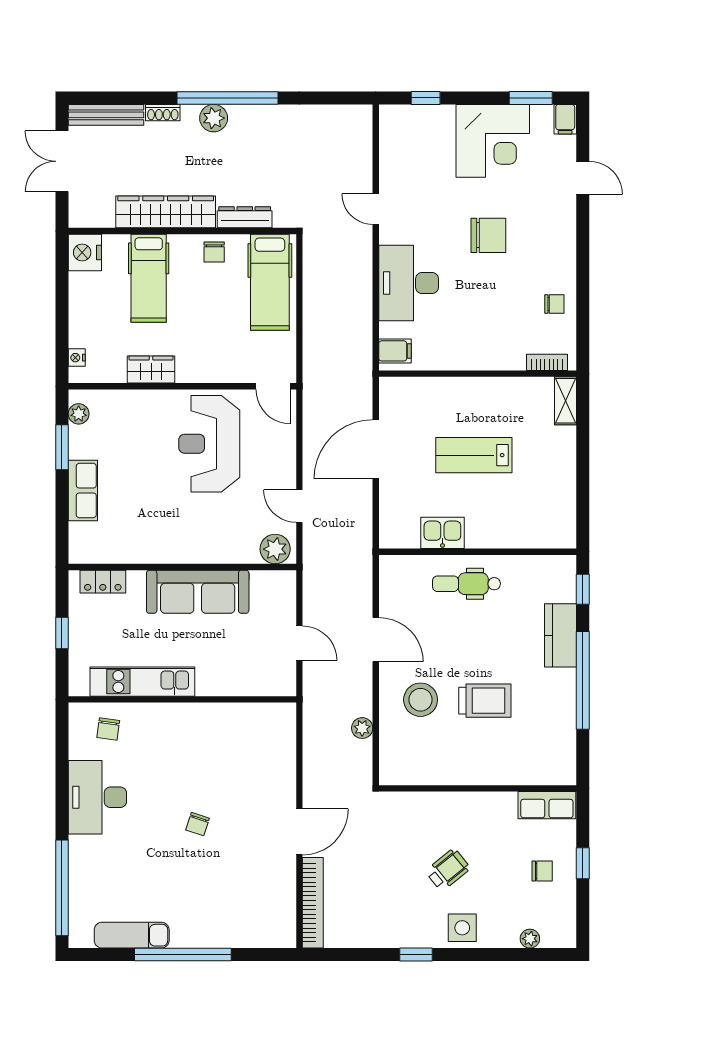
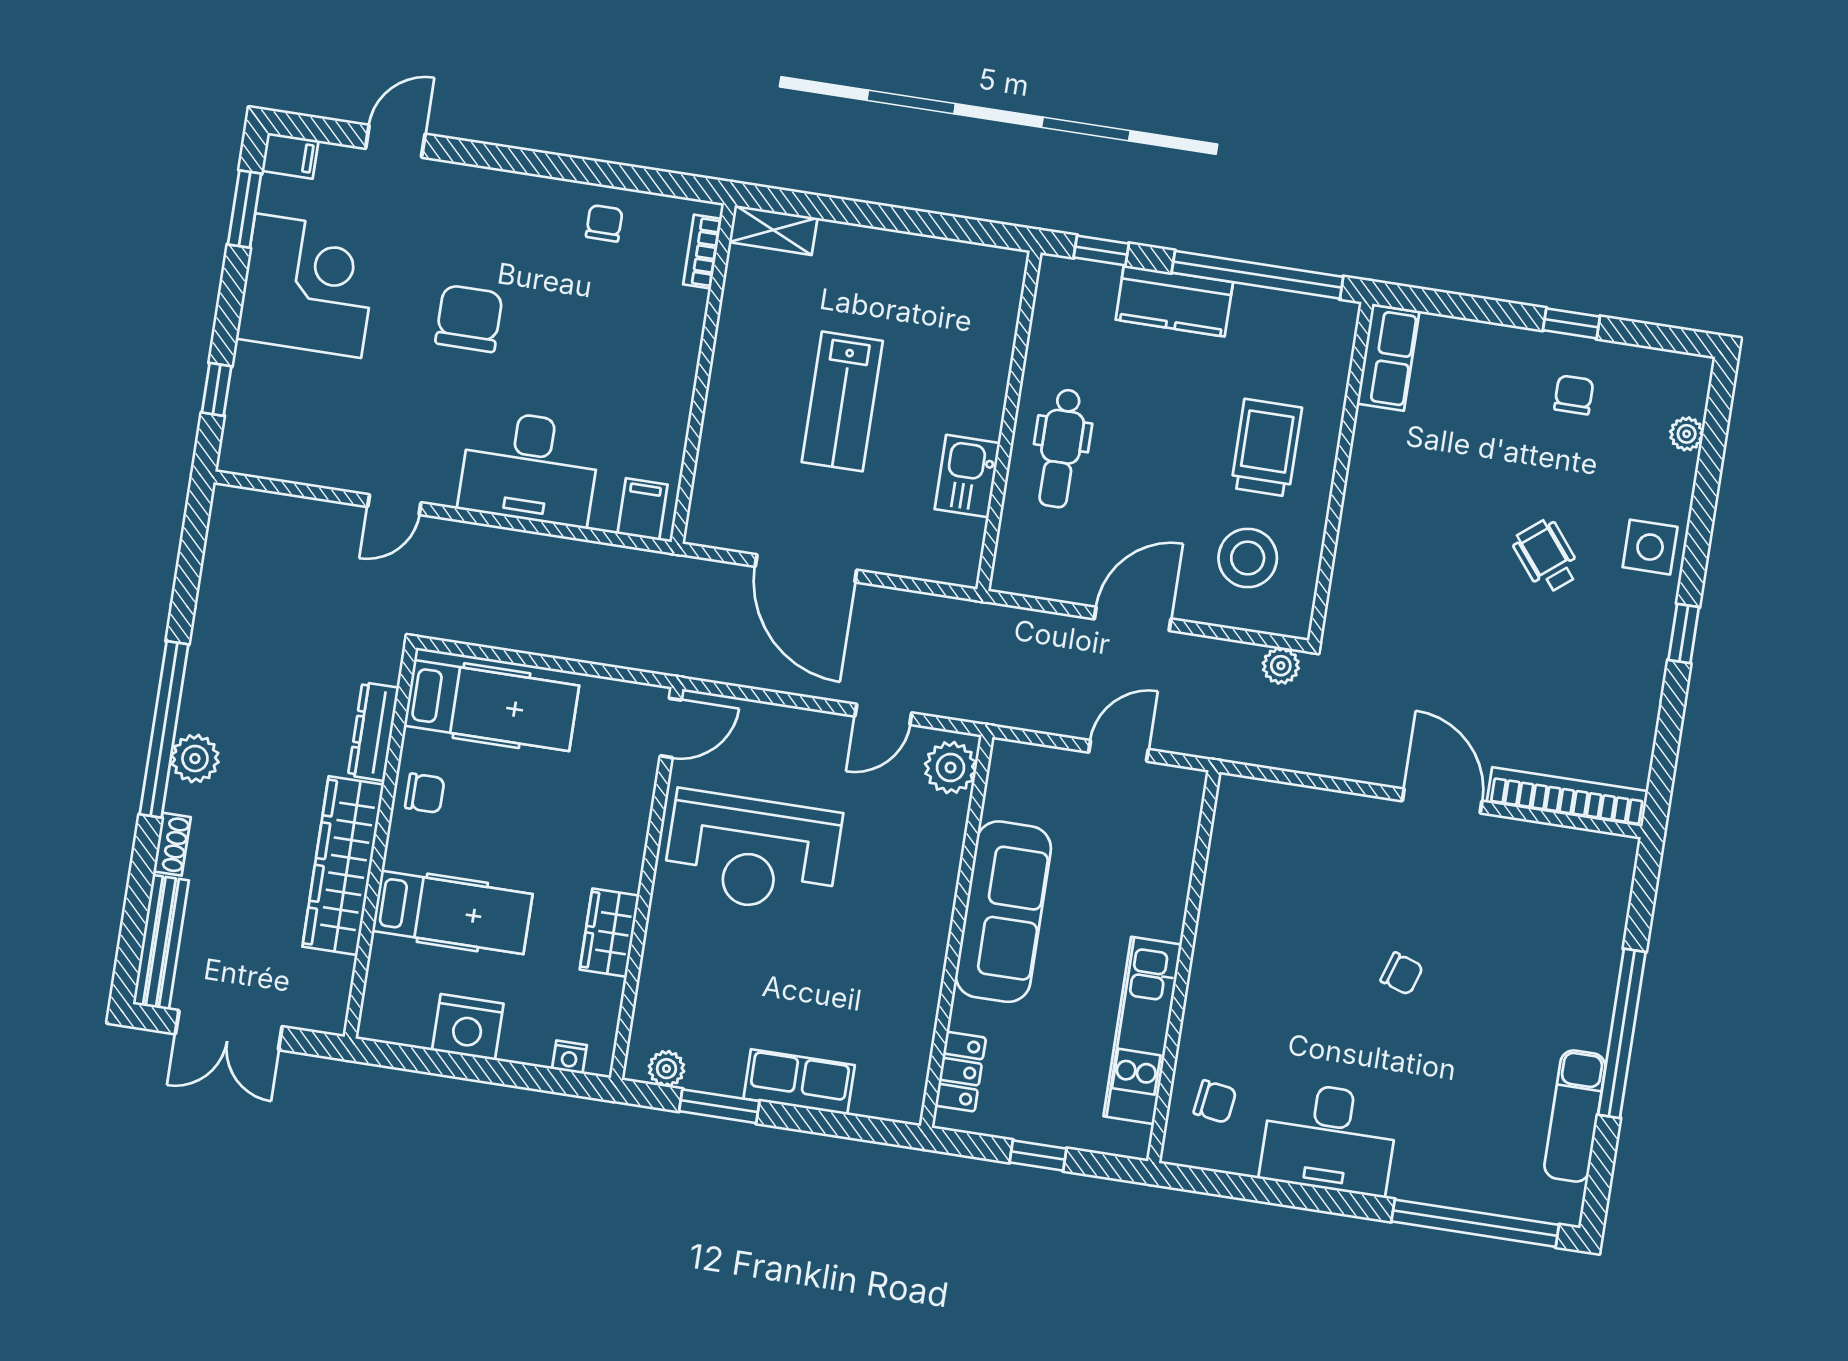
nightstand: (85, 252) -> (468, 1027), moved
wall: (478, 788) -> (1341, 472), moved
row of seats: (547, 805) -> (1388, 358), moved

